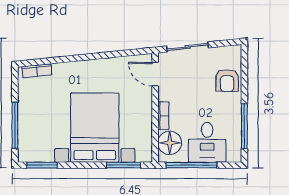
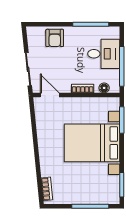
door: (155, 74) -> (50, 95), swing flipped
armchair: (227, 81) -> (55, 38), turned 90
floor lamp: (170, 143) -> (104, 88), width x0.53, depth x0.53

